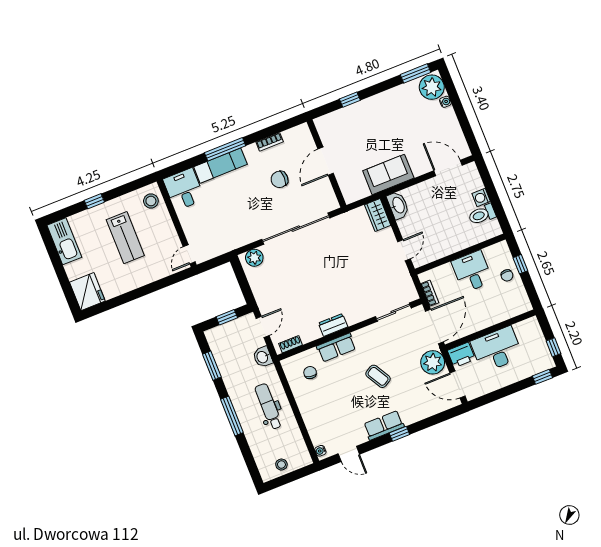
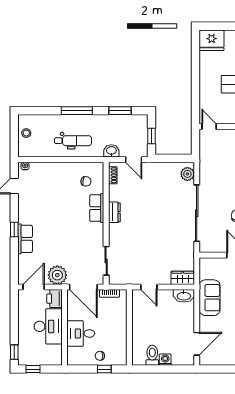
desk: (472, 271) -> (81, 333), moved, turned 180
coffee table: (378, 376) -> (63, 231), removed
row of seats: (384, 425) -> (25, 239), moved

